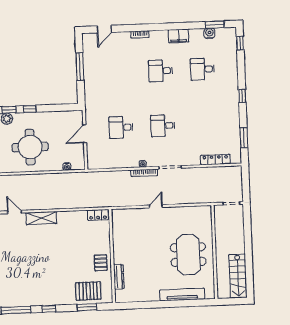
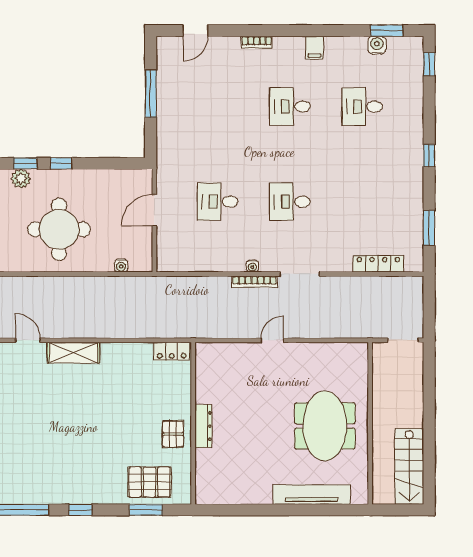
filing cabinet: (178, 36) -> (314, 48), width x0.50
dresser: (119, 277) -> (203, 426), moved

